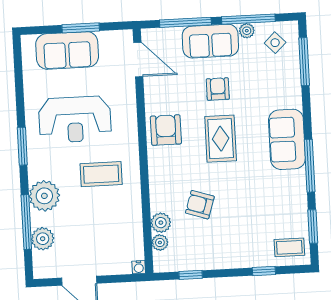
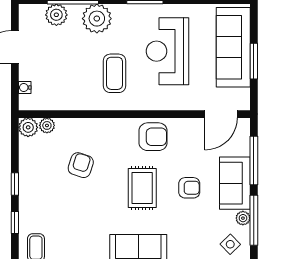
sofa: (67, 50) -> (233, 47), width x1.36
rug: (221, 139) -> (142, 188), turned 90
plant: (161, 223) -> (28, 127), moved
water cooler: (139, 267) -> (25, 88), moved
window: (191, 275) -> (15, 184), moved

